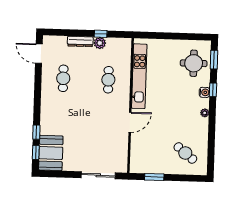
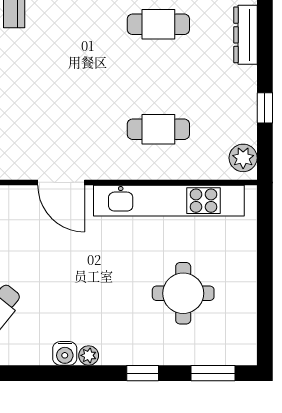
dresser: (80, 41) -> (245, 35), moved
plant: (100, 43) -> (243, 158), moved
round table: (194, 63) -> (183, 293), moved
water cooler: (204, 92) -> (65, 353), moved

